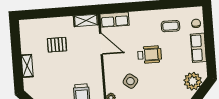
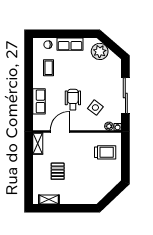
row of seats: (115, 20) -> (39, 101), moved
wheelchair: (150, 55) -> (73, 100), moved
shelving: (27, 66) -> (49, 199), moved

